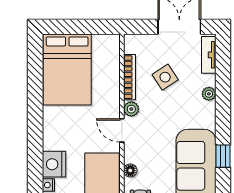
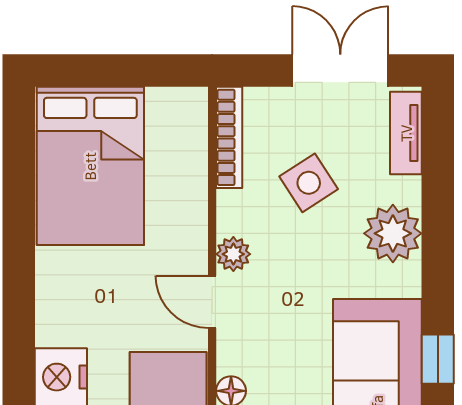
bookcase: (129, 77) -> (229, 137), moved
plant: (209, 94) -> (393, 233), width x1.88, depth x1.88

